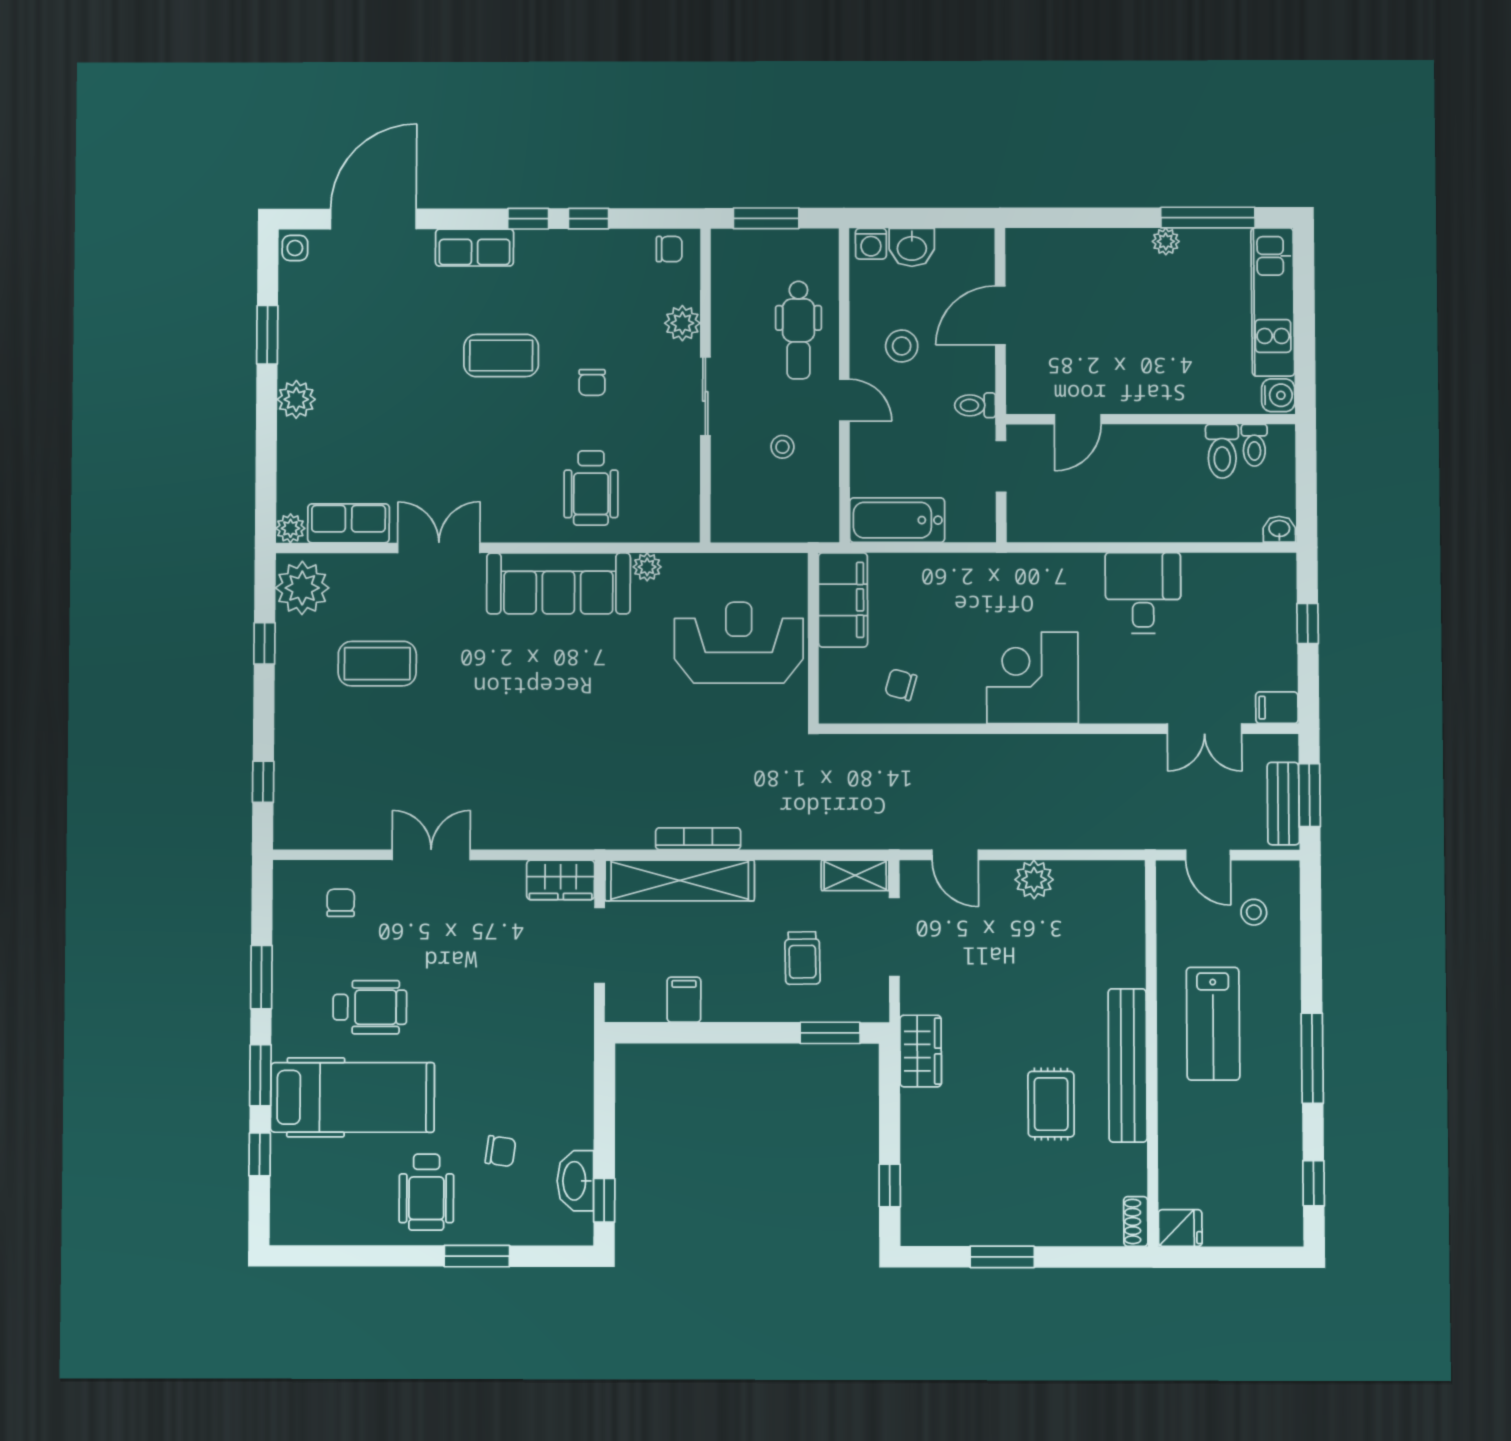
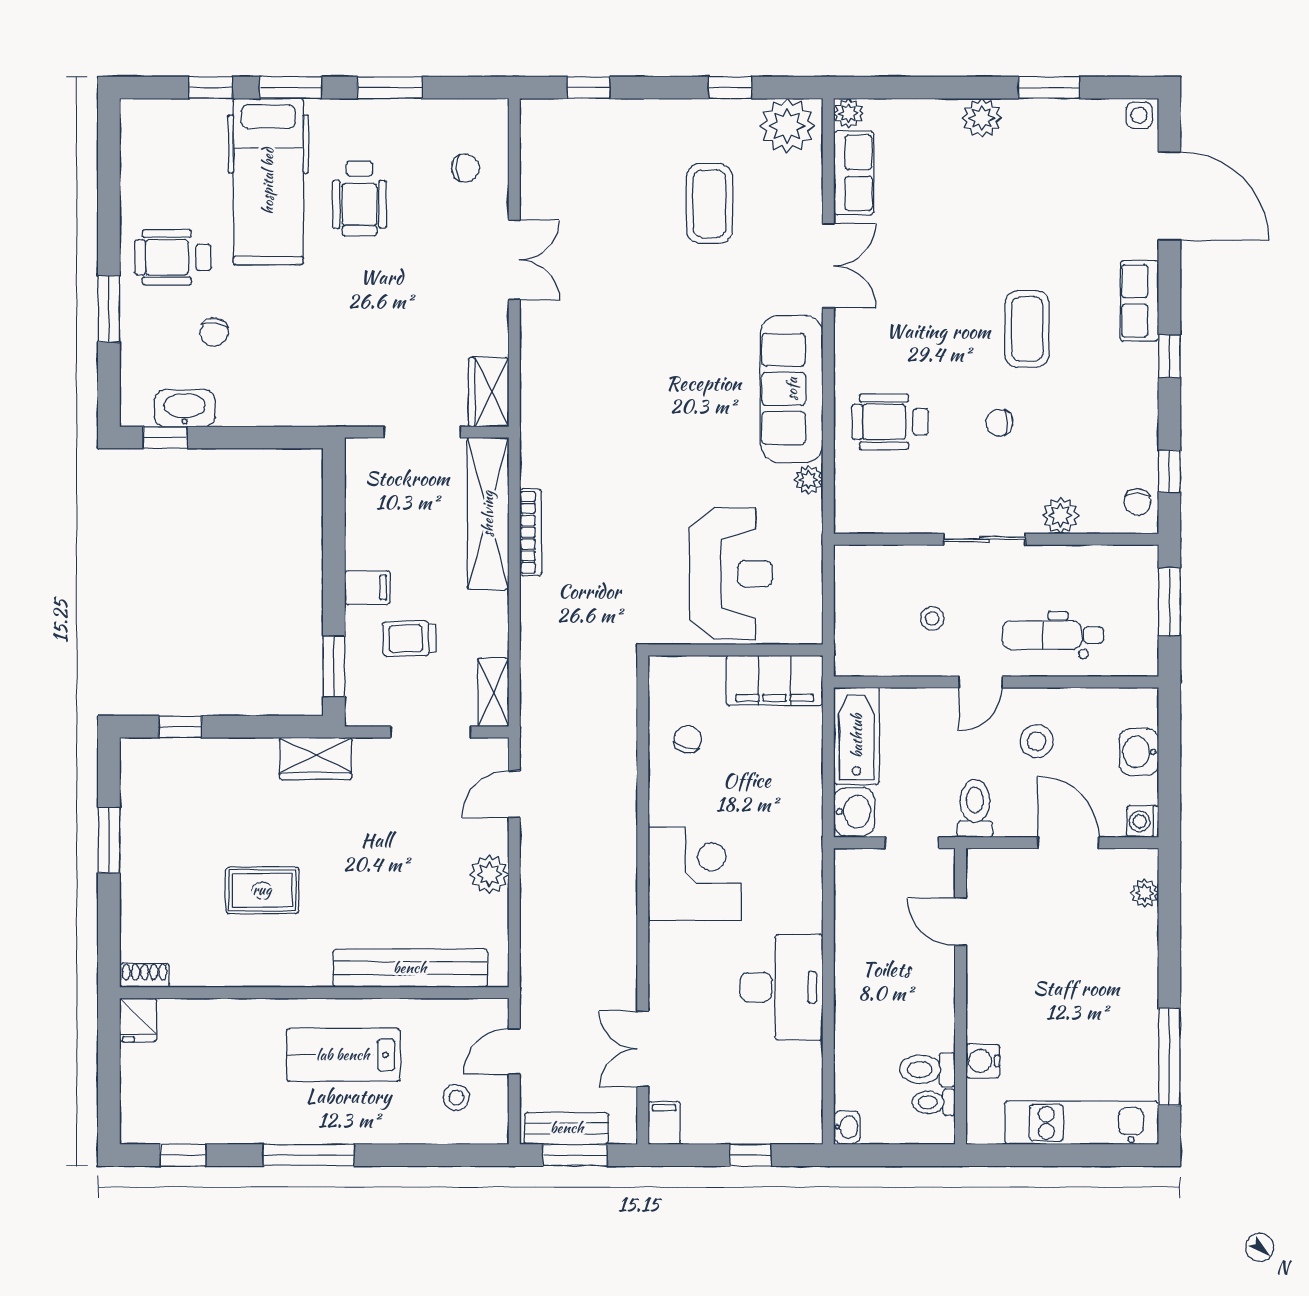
window: (589, 219) -> (1169, 471), moved
plant: (1166, 241) -> (1145, 893), moved
washing machine: (871, 244) -> (1143, 821), moved
water cooler: (1278, 395) -> (983, 1061), moved, turned 90
toilet: (975, 405) -> (975, 808), width x1.37, depth x1.39
washbasin: (971, 522) -> (854, 812), added
desk: (1143, 593) -> (782, 987), width x1.37
filing cabinet: (684, 1000) -> (367, 588), moved
bench: (1128, 1065) -> (410, 968), moved

